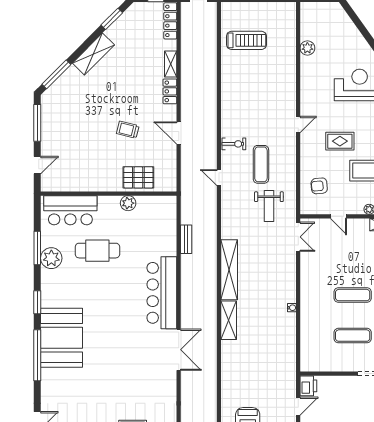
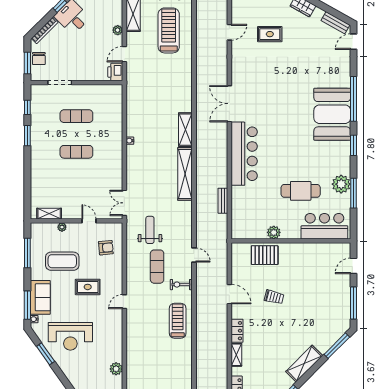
treadmill: (247, 40) -> (178, 321), moved, turned 90

